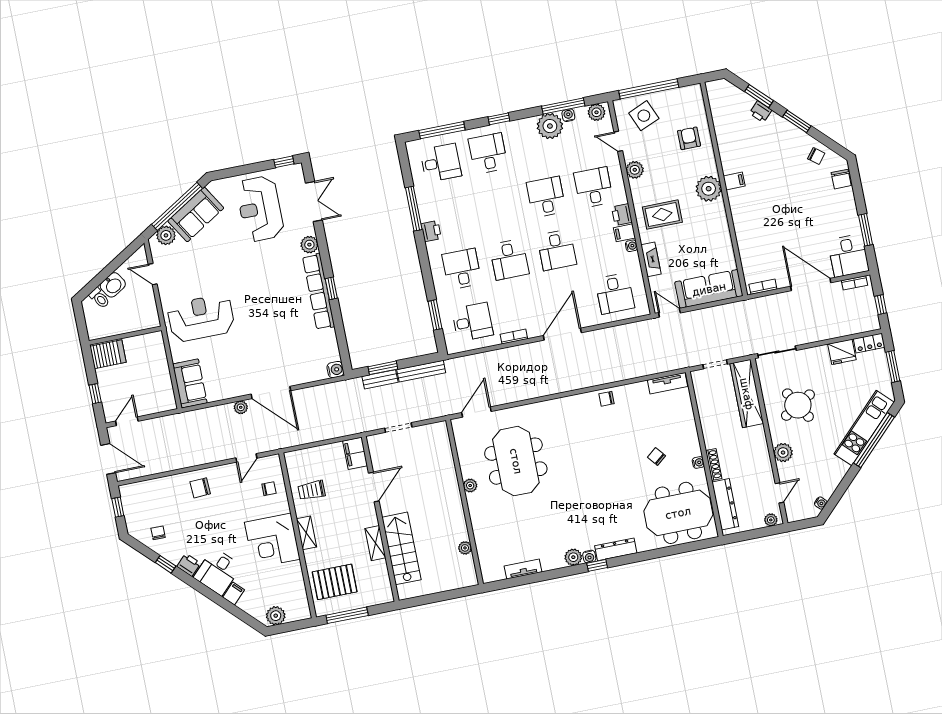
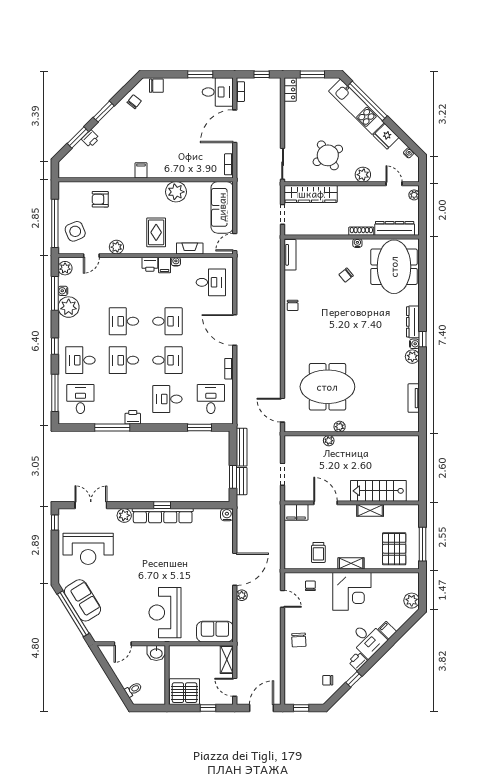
desk: (594, 187) -> (124, 360), moved
plant: (709, 189) -> (176, 192), moved
plant: (166, 235) -> (94, 627), removed
washbasin: (113, 285) -> (156, 653), moved, turned 122
fridge: (842, 352) -> (386, 136), moved, turned 135
server rack: (108, 354) -> (185, 692), width x1.60
shelving: (159, 405) -> (227, 660), added
plant: (465, 548) -> (329, 441), moved

